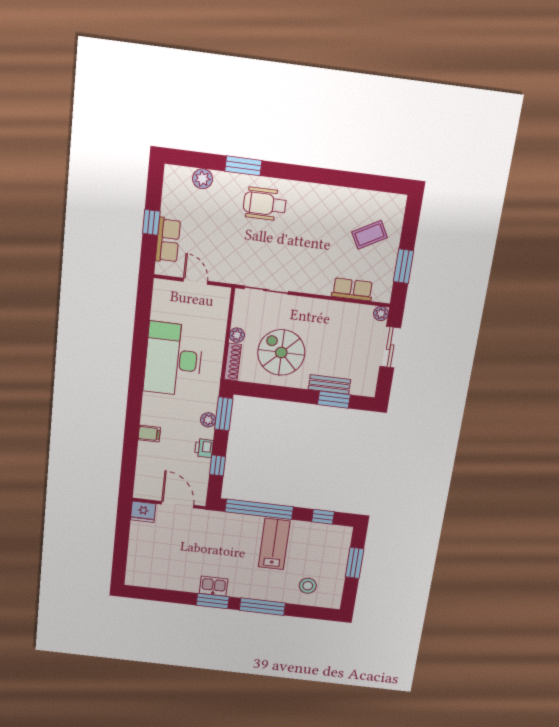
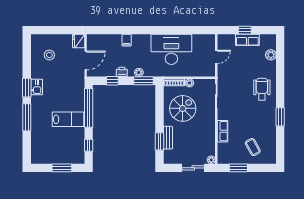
window: (243, 166) -> (280, 117), moved
row of seats: (168, 240) -> (247, 40), moved
row of seats: (352, 289) -> (222, 131), moved
stool: (308, 586) -> (49, 55), moved

